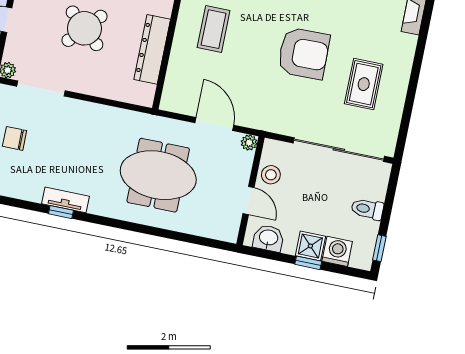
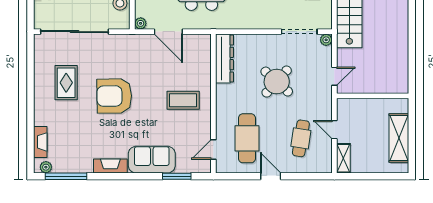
coffee table: (214, 29) -> (183, 100), turned 90
dresser: (152, 49) -> (225, 59), moved

